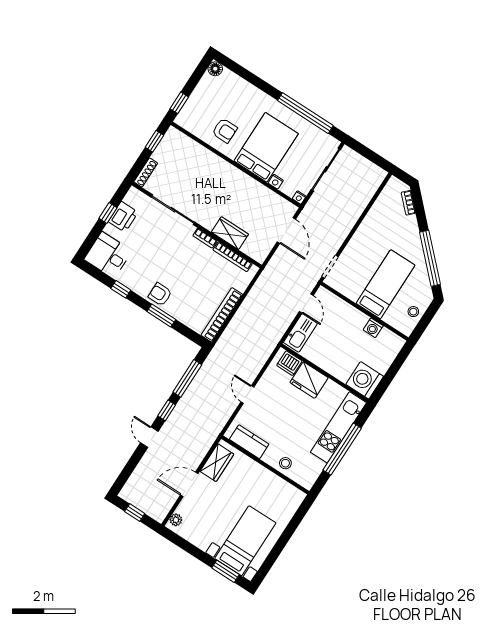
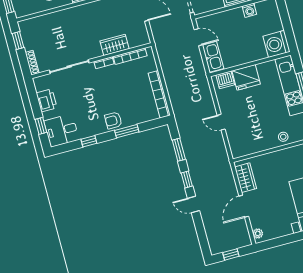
window: (108, 213) -> (41, 126), moved
window: (187, 378) -> (179, 150), width x0.69
kitchen counter: (249, 442) -> (251, 147), removed

